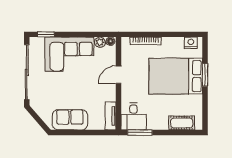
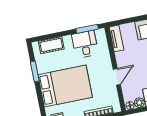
window: (205, 75) -> (35, 71), moved
desk: (134, 117) -> (85, 44), moved

